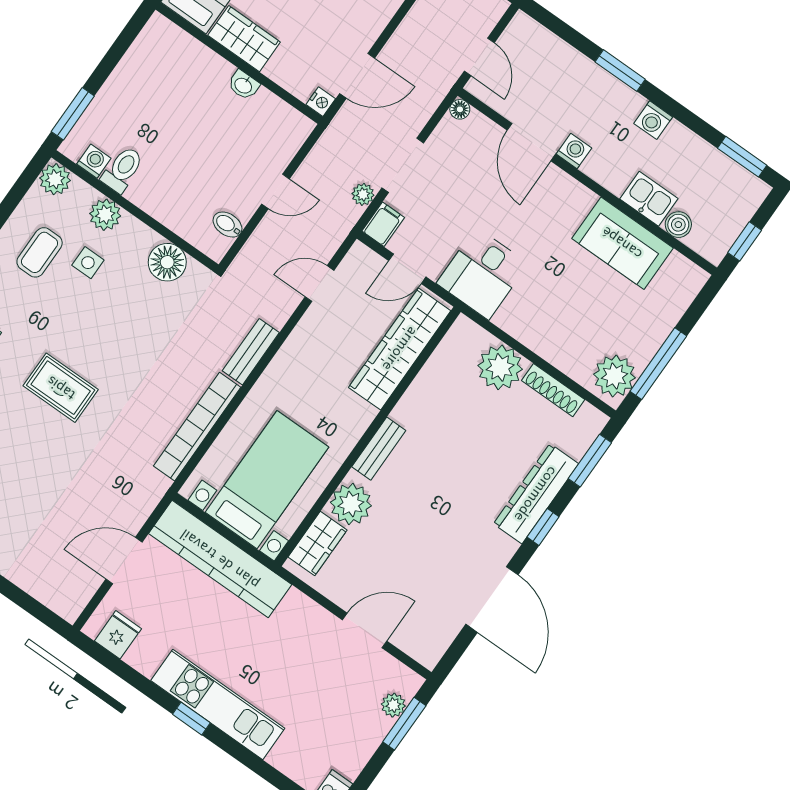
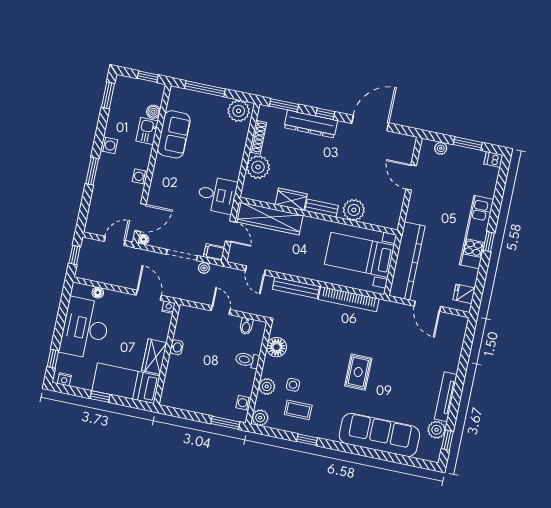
door: (531, 142) -> (141, 218), moved
toilet: (123, 170) -> (247, 360), moved
bench: (251, 352) -> (296, 288), width x1.36
window: (658, 364) -> (205, 89), moved
wardrobe: (317, 543) -> (291, 199), moved
window: (404, 724) -> (468, 144), moved

